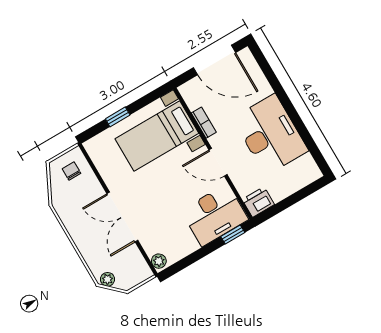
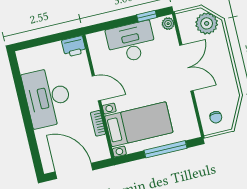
window: (118, 117) -> (165, 149), width x2.17
desk: (215, 215) -> (131, 42), moved
window: (233, 235) -> (147, 16), moved
plant: (107, 279) -> (207, 23), width x1.88, depth x1.88

